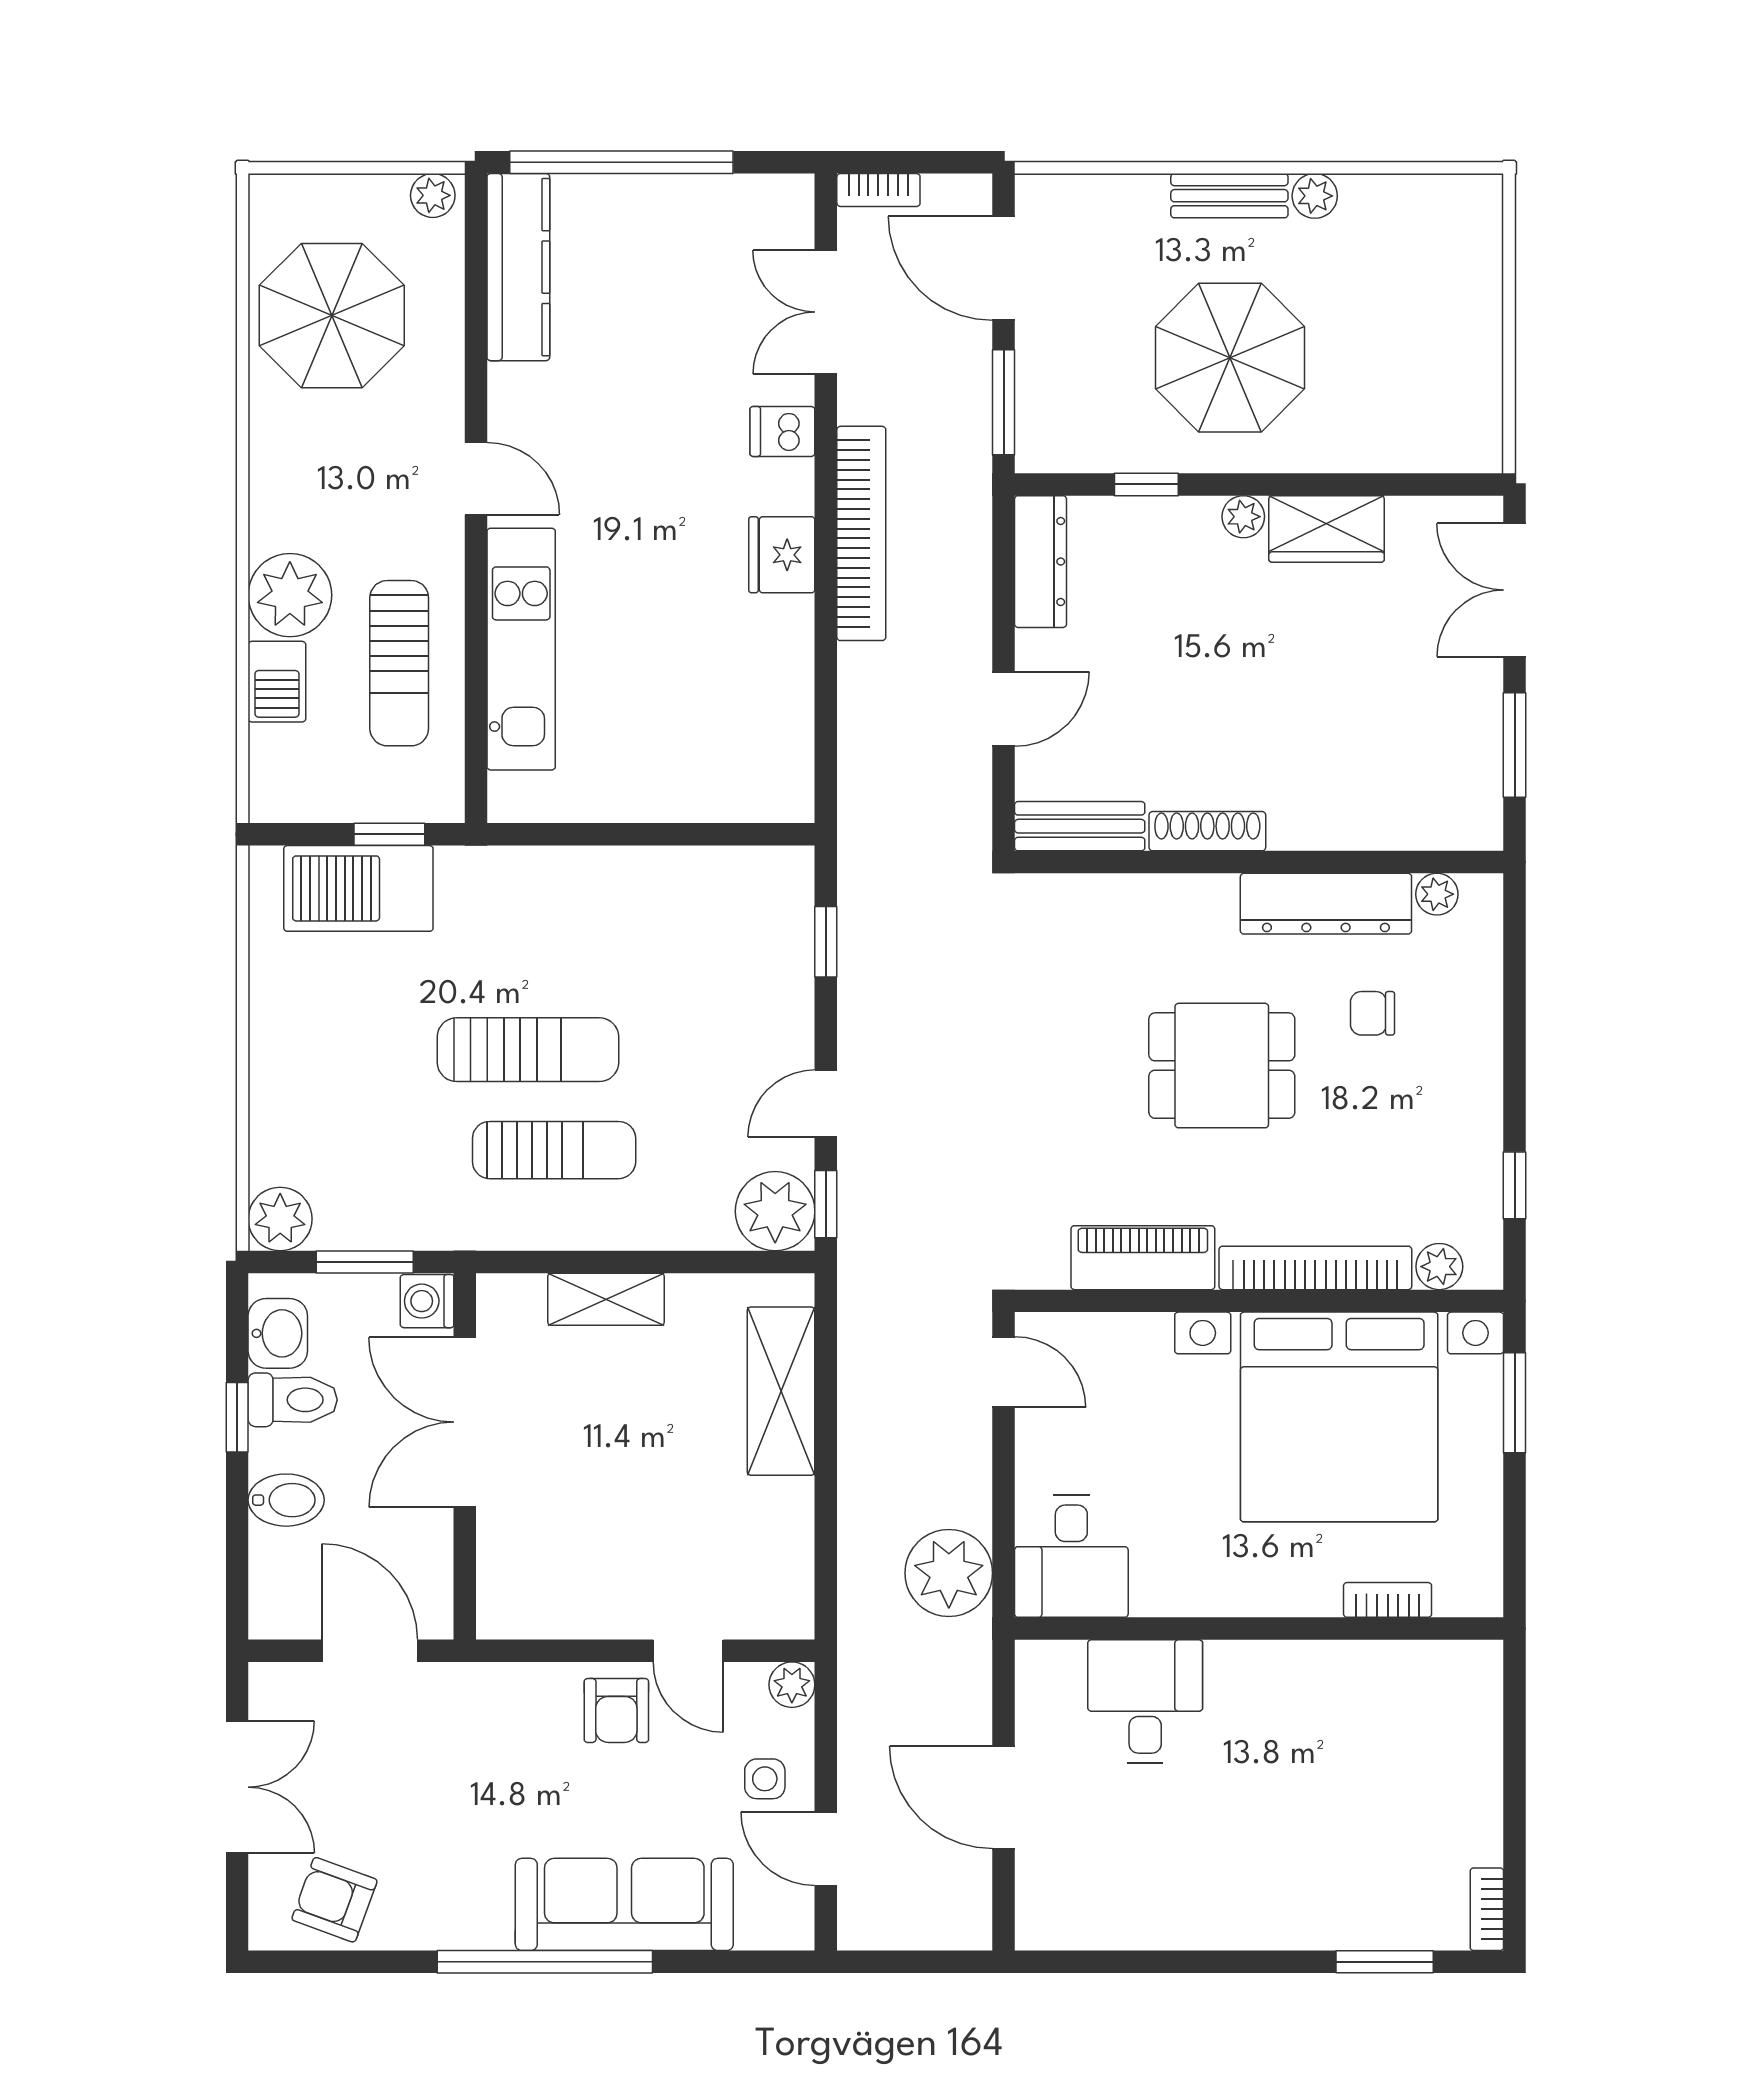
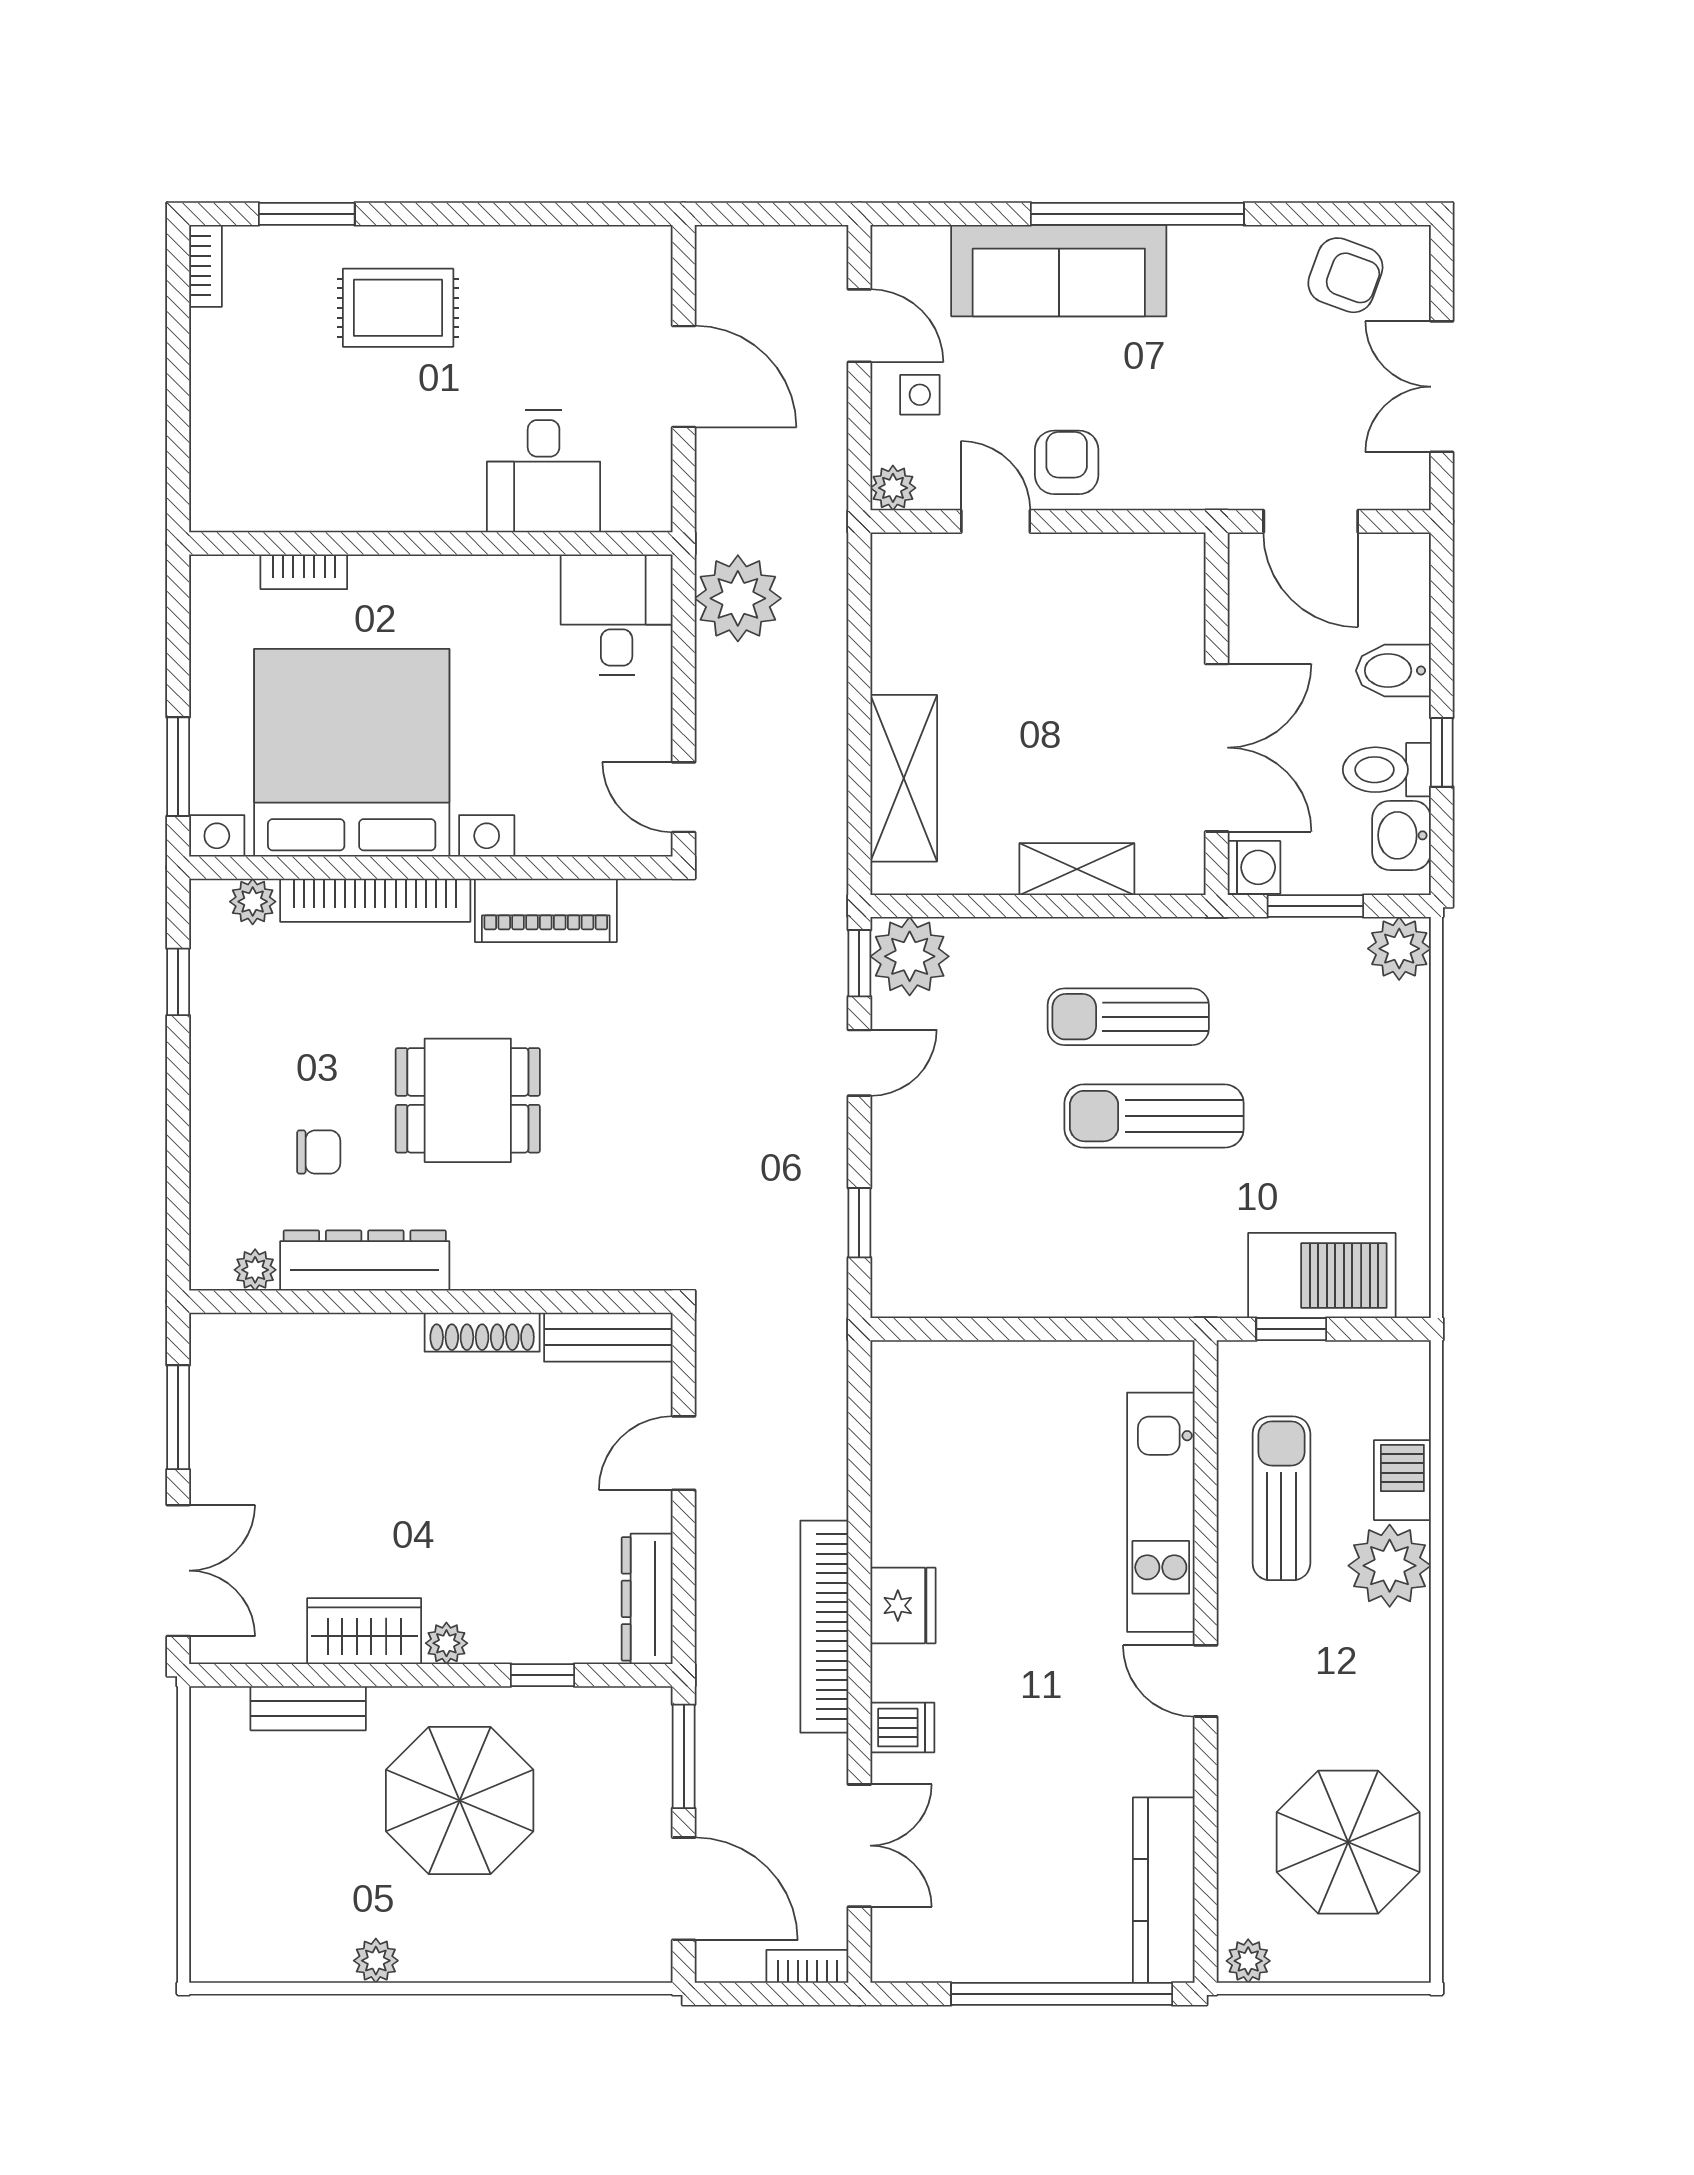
bench: (1229, 196) -> (308, 1708), moved
rug: (1292, 1867) -> (398, 308), added

